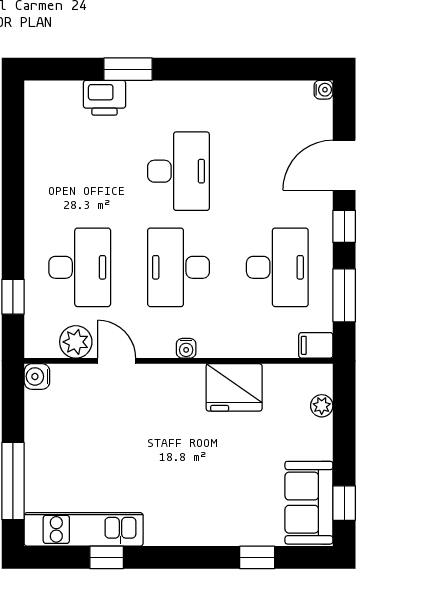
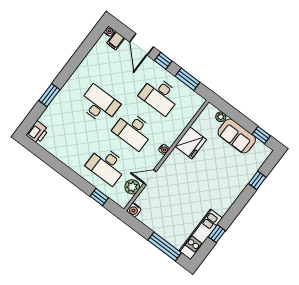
printer: (104, 98) -> (37, 132), moved
desk: (80, 267) -> (107, 165), turned 180
desk: (277, 267) -> (160, 95), turned 180
filing cabinet: (316, 345) -> (116, 41), moved
sofa: (309, 503) -> (237, 136), moved

